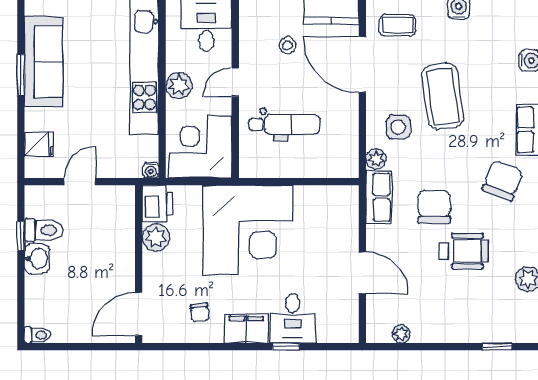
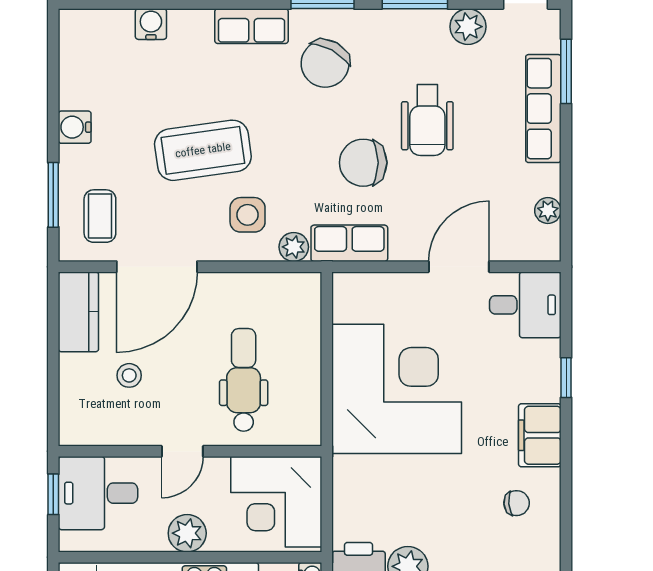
door: (235, 82) -> (182, 451), hinge flipped
chair: (503, 181) -> (325, 63), turned -82
corner desk: (248, 230) -> (397, 389), moved
wheelchair: (464, 251) -> (427, 120), turned 180
desk: (293, 319) -> (525, 305), moved
row of seats: (471, 331) -> (543, 109), added
window: (497, 347) -> (566, 71), width x1.50

